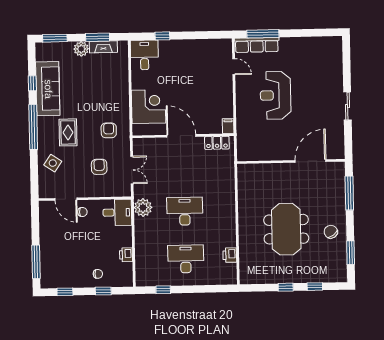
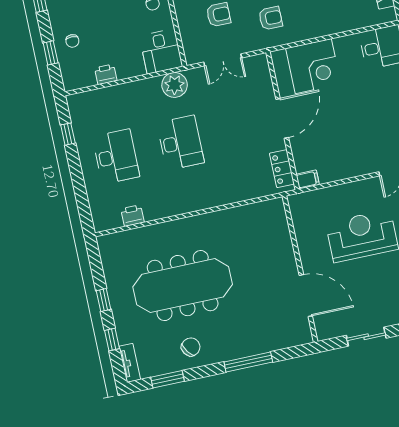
wall: (291, 161) -> (300, 269), moved
door: (310, 161) -> (306, 296), moved
meeting table: (286, 229) -> (183, 286), width x1.36
tv unit: (334, 277) -> (130, 363), added

